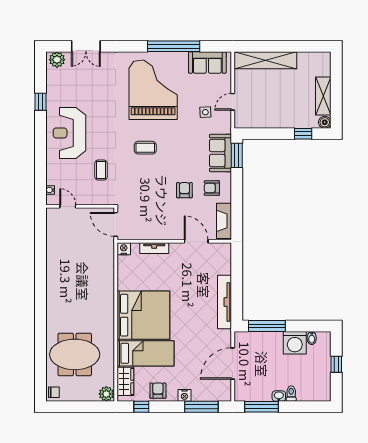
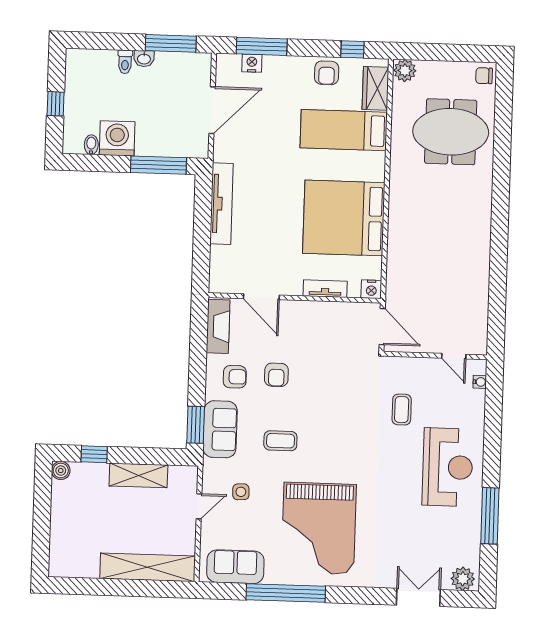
shelving: (323, 96) -> (138, 475), moved, turned 90
window: (40, 102) -> (490, 516), width x2.17
coffee table: (145, 148) -> (280, 441), moved
bed: (143, 315) -> (344, 218), moved
nightstand: (184, 395) -> (252, 63), moved

